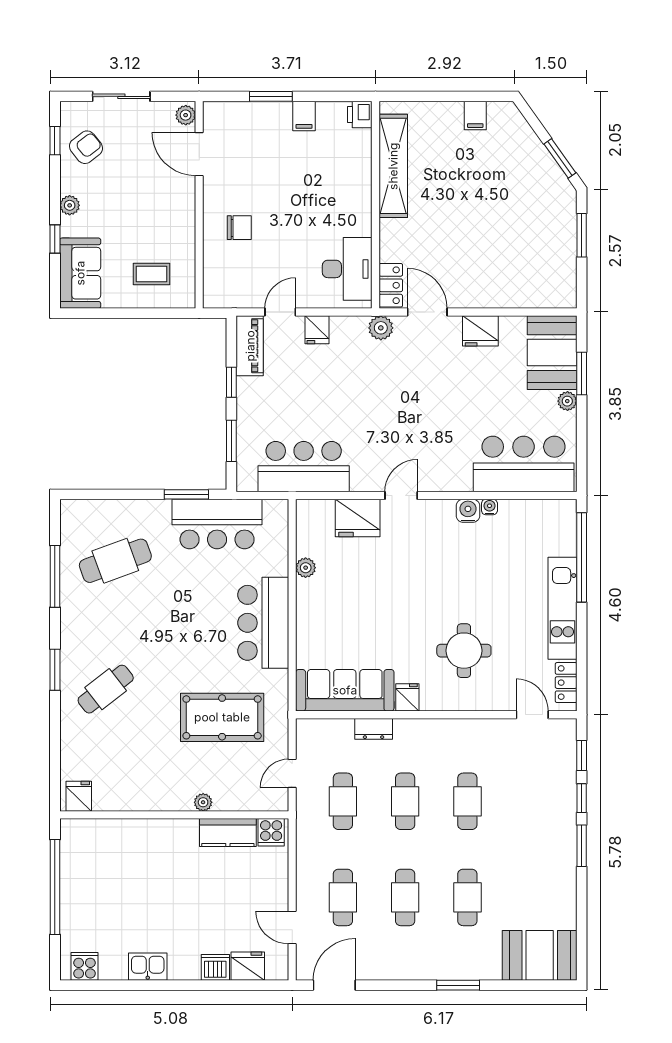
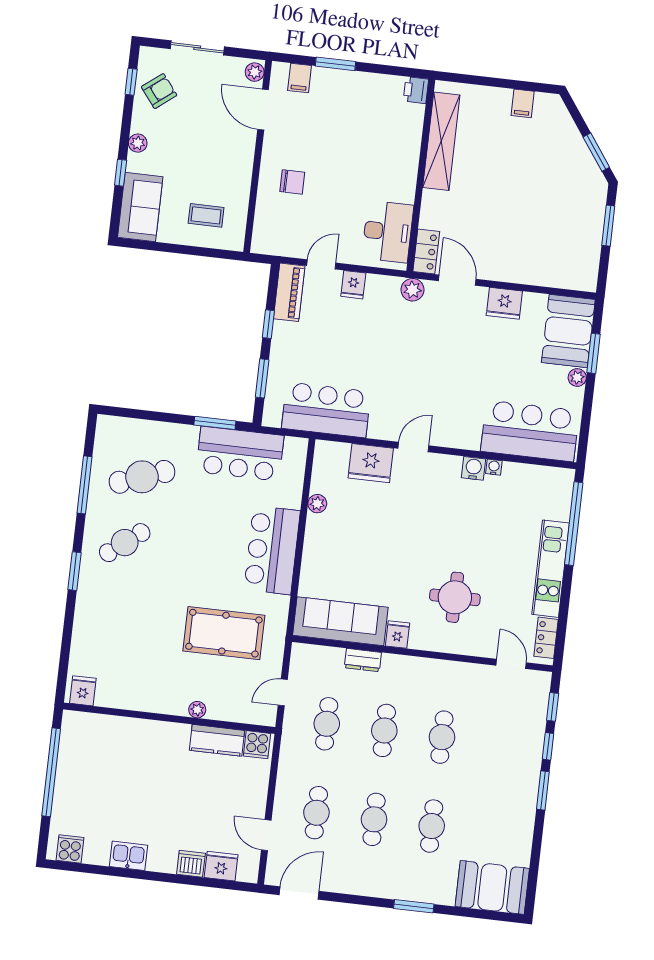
filing cabinet: (304, 116) -> (300, 78), moved
cafe table: (106, 689) -> (125, 543), moved

